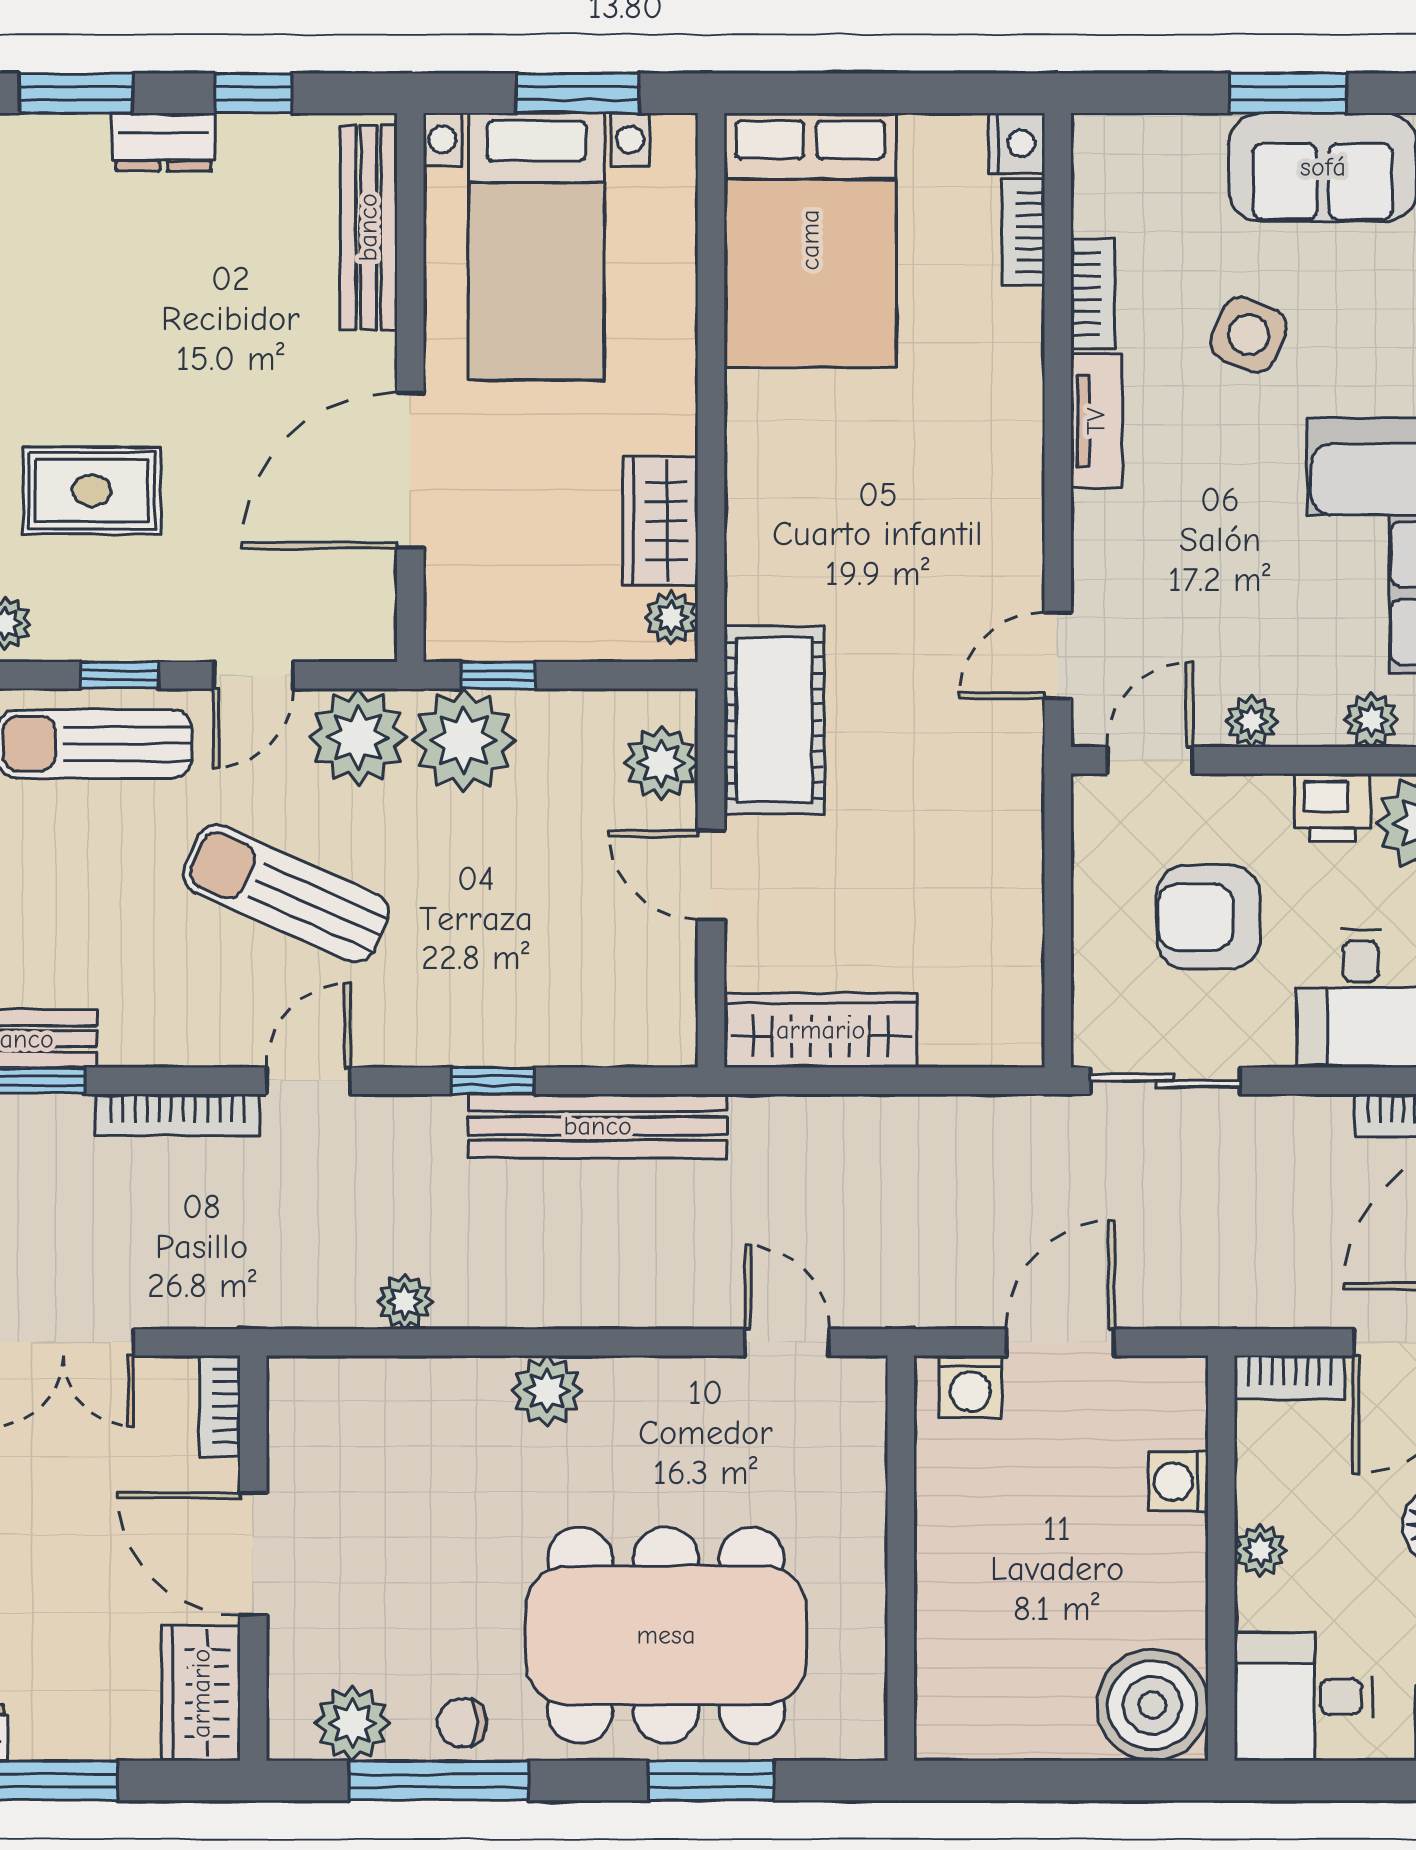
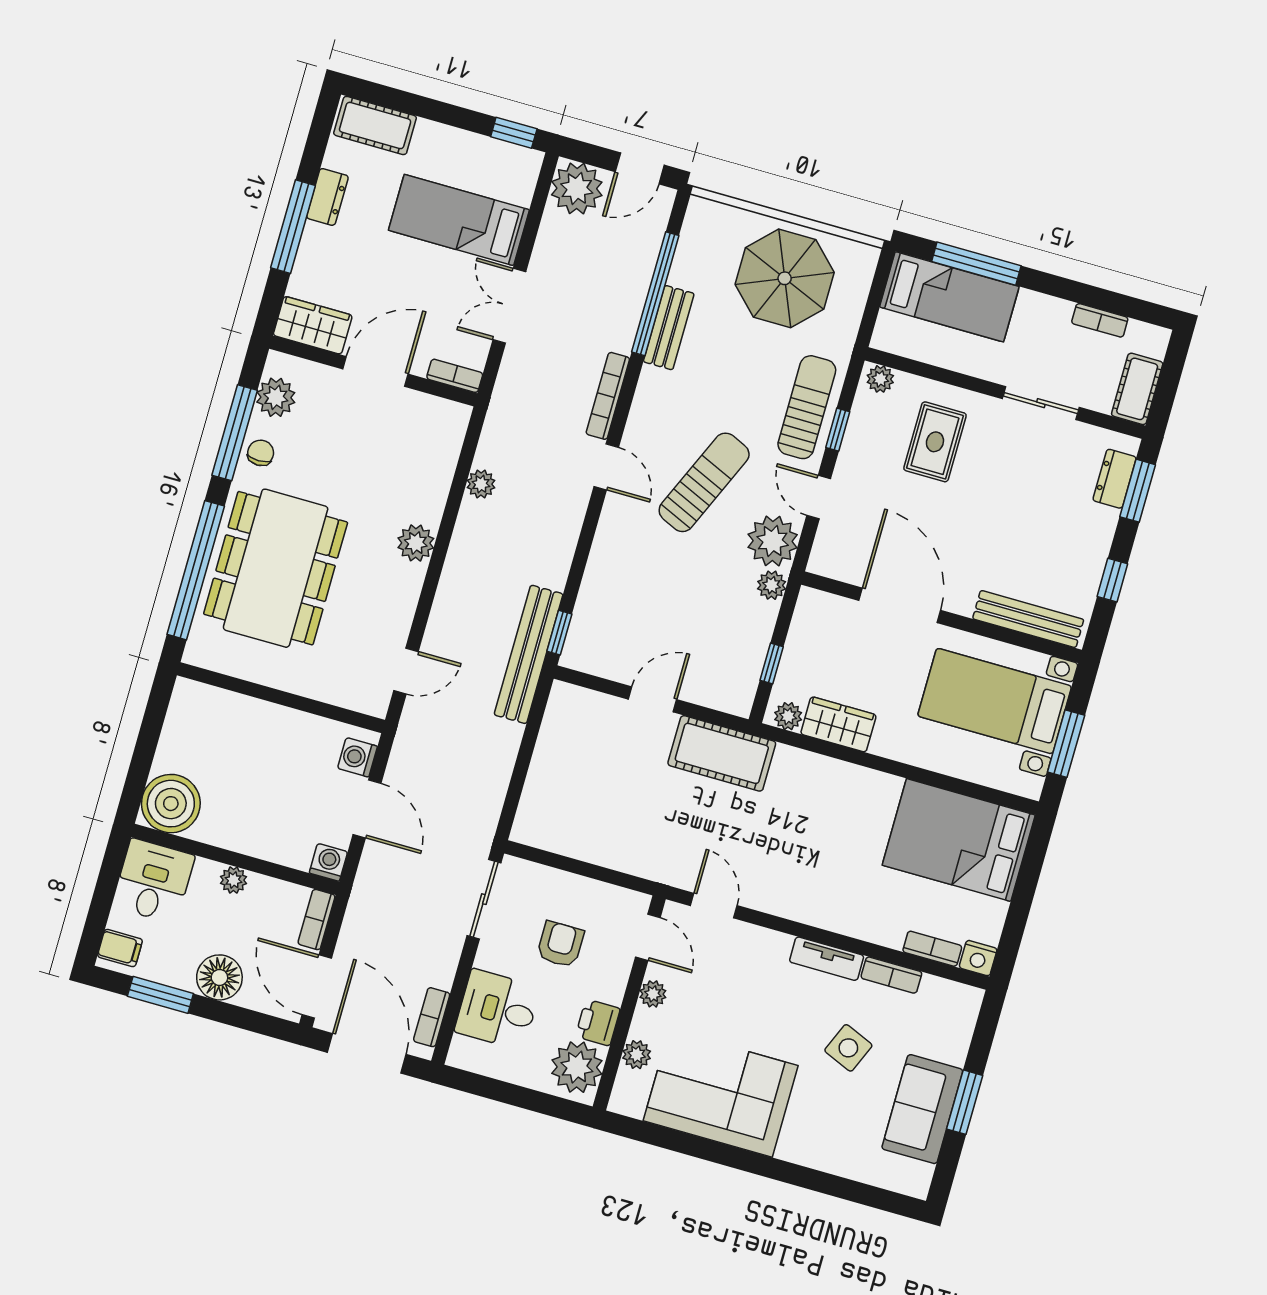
dresser: (164, 142) -> (1115, 479), moved
window: (498, 675) -> (772, 663), moved
plant: (464, 740) -> (772, 585), width x0.53, depth x0.53
plant: (661, 763) -> (716, 690), removed
armchair: (1208, 917) -> (560, 944), width x0.72, depth x0.72
wardrobe: (821, 1030) -> (559, 733), removed
window: (493, 1081) -> (559, 633), moved
bench: (598, 1126) -> (529, 654), moved
washing machine: (1178, 1482) -> (328, 862), moved
window: (711, 1781) -> (196, 570), width x2.11

